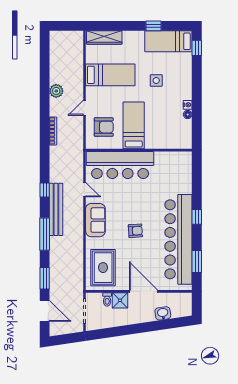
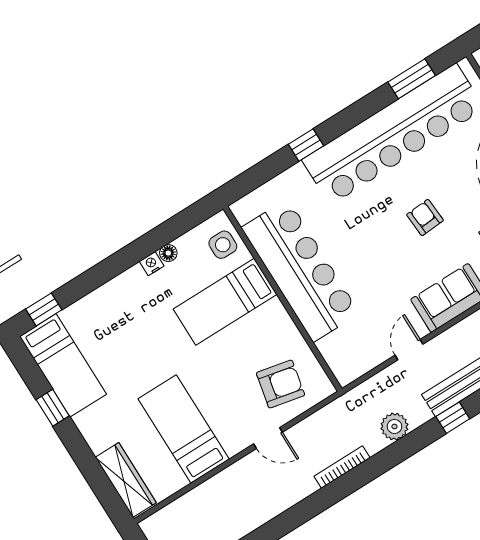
side table: (156, 80) -> (223, 245), moved
plant: (56, 91) -> (394, 427), moved
bed: (134, 125) -> (225, 302), moved
armchair: (104, 127) -> (280, 384), turned 102
bar counter: (120, 165) -> (300, 270), moved
window: (197, 217) -> (306, 145), moved

